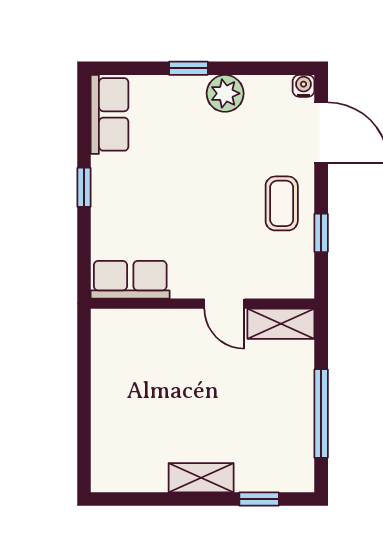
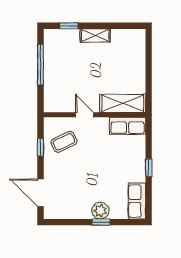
water cooler: (304, 86) -> (49, 214), removed
plant: (225, 93) -> (100, 211), moved
coffee table: (282, 203) -> (64, 142), moved, turned 64
shelving: (281, 324) -> (123, 103), moved, width x1.50, depth x1.33

